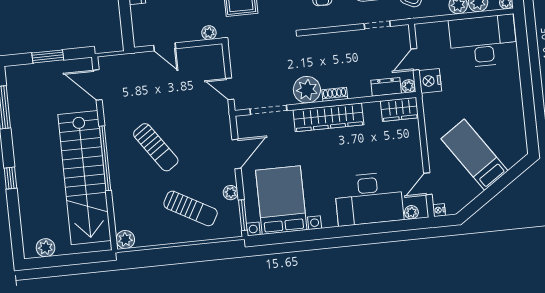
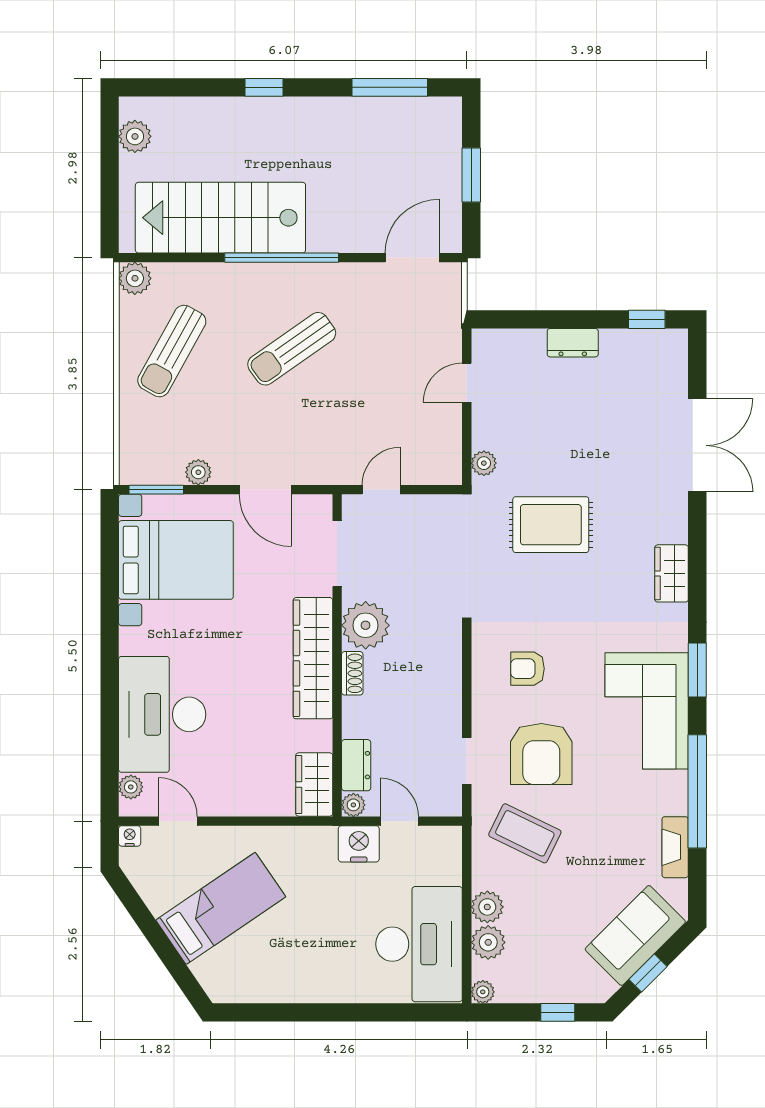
stairs: (84, 178) -> (220, 218), width x0.73
sun lounger: (191, 208) -> (172, 351), moved

